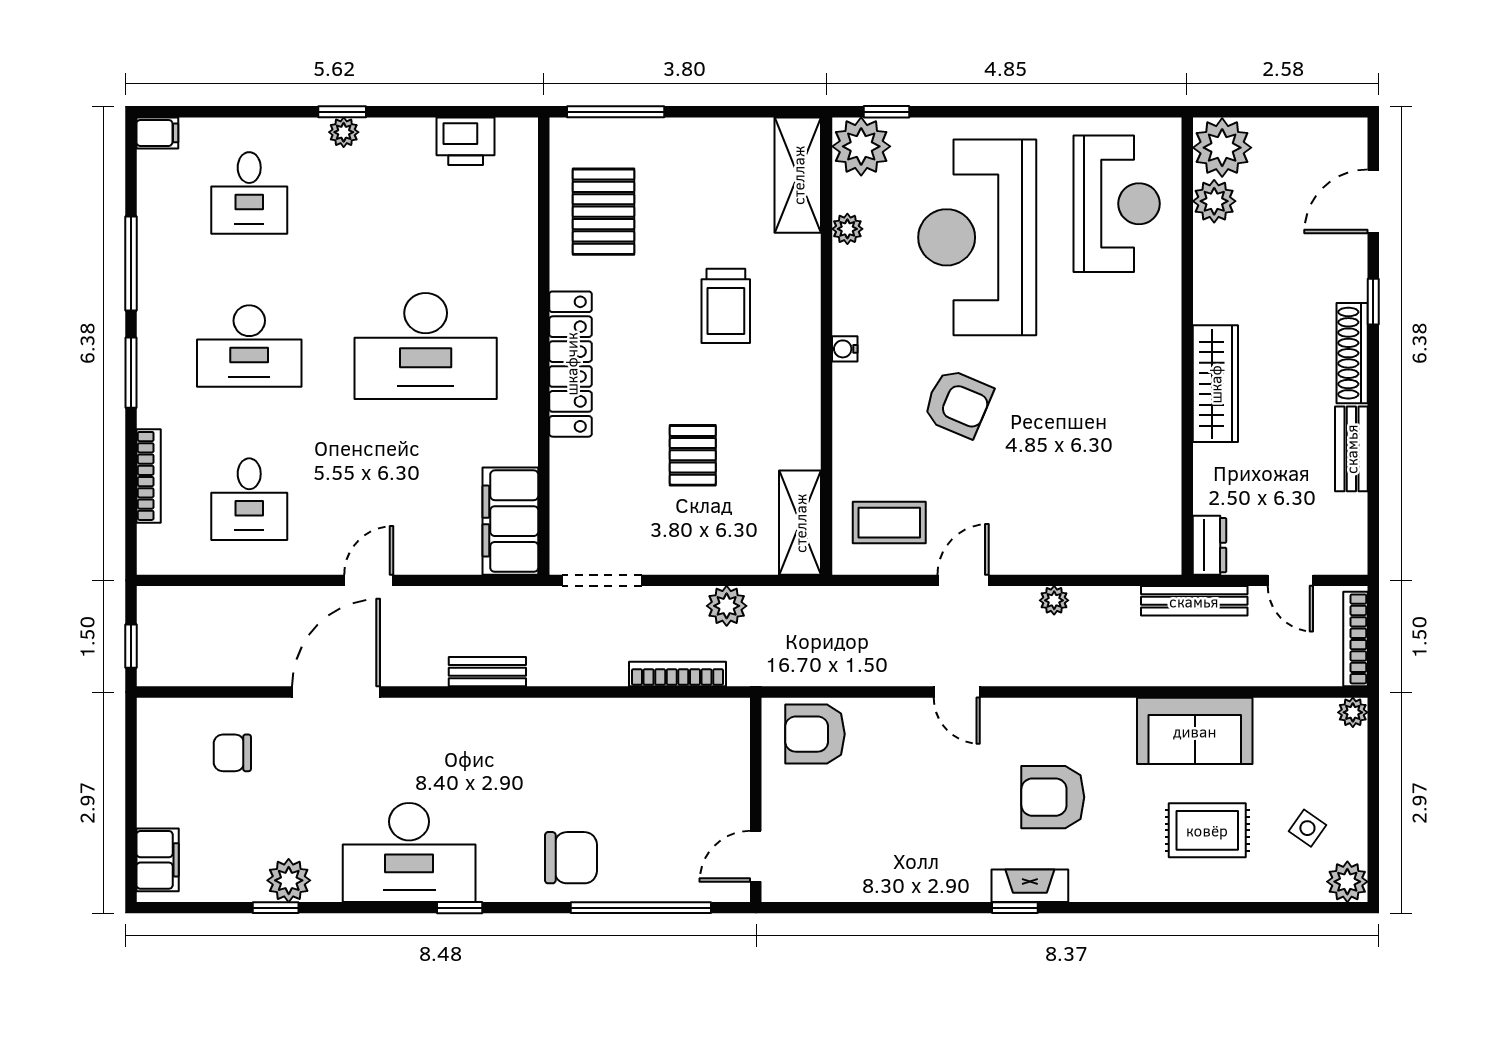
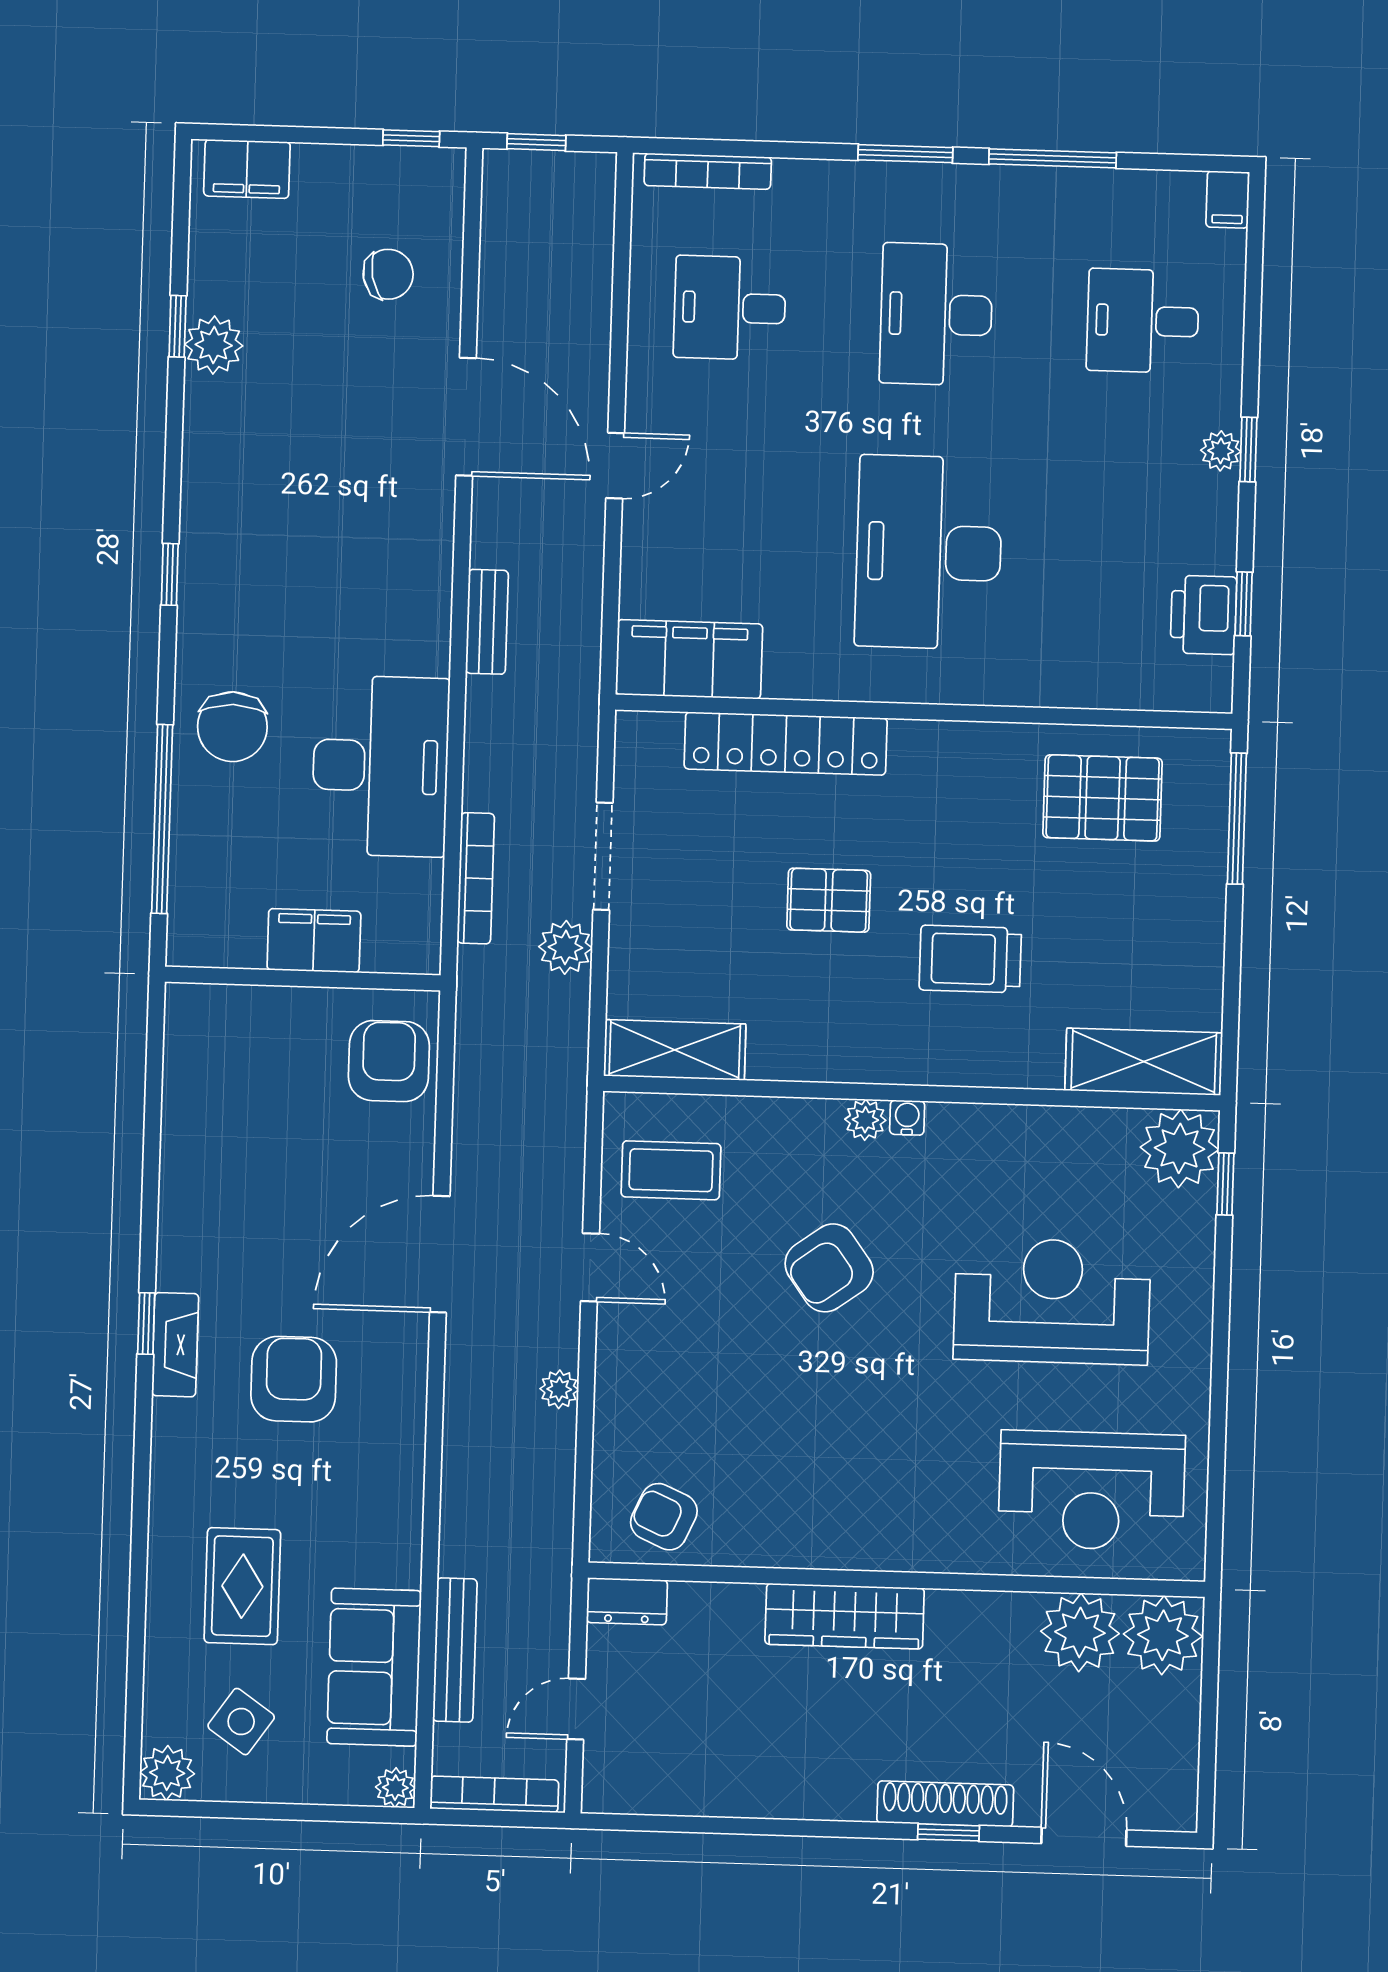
window: (456, 112) -> (1244, 604), added
plant: (1214, 201) -> (1080, 1632), width x1.36, depth x1.36
plant: (847, 229) -> (865, 1120), moved
reception desk: (977, 237) -> (1052, 1301), width x0.74, depth x0.77
shoe rack: (1352, 353) -> (945, 1804), moved
locker: (571, 364) -> (786, 743), moved
armchair: (958, 403) -> (829, 1268), turned 31
bench: (1351, 449) -> (751, 1797), removed
pallet: (693, 455) -> (829, 900), moved
bookcase: (149, 476) -> (708, 171), moved
armchair: (1146, 520) -> (664, 1517), added
coffee table: (889, 523) -> (671, 1170), turned 90
door: (369, 580) -> (615, 466), hinge flipped
doorway: (602, 580) -> (603, 856), moved
bench: (1194, 601) -> (455, 1650), moved
door: (957, 692) -> (440, 1254), width x1.87
sofa: (1195, 731) -> (374, 1667), moved
window: (131, 739) -> (411, 138), added
chair: (232, 753) -> (388, 274), turned 78
filing cabinet: (727, 792) -> (314, 941), added
side table: (1307, 828) -> (241, 1722), width x1.37, depth x1.37
desk: (409, 852) -> (380, 766), moved, turned 180
door: (756, 856) -> (226, 976), removed

